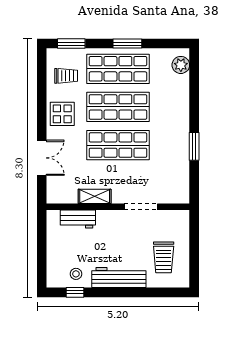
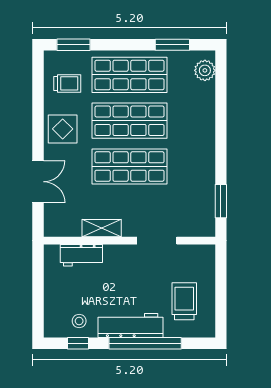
window: (127, 44) -> (172, 45), moved
window: (194, 146) -> (221, 201), moved
trolley: (164, 257) -> (184, 301), turned 180
window: (131, 292) -> (145, 343), added

